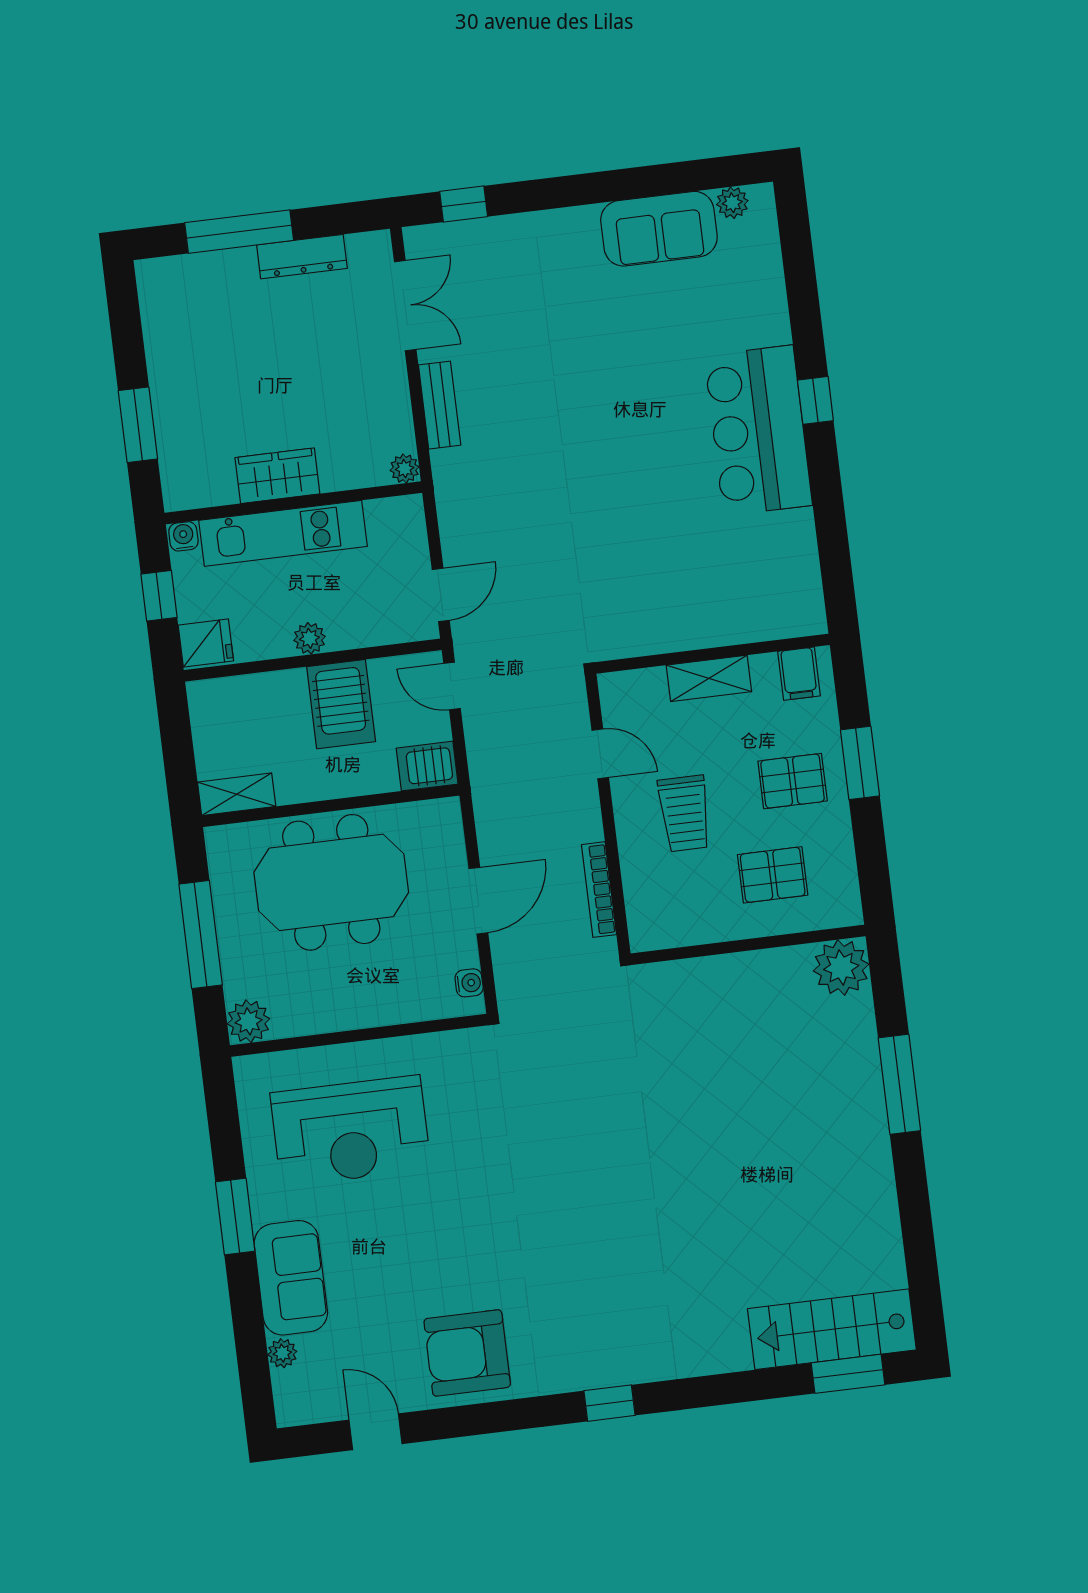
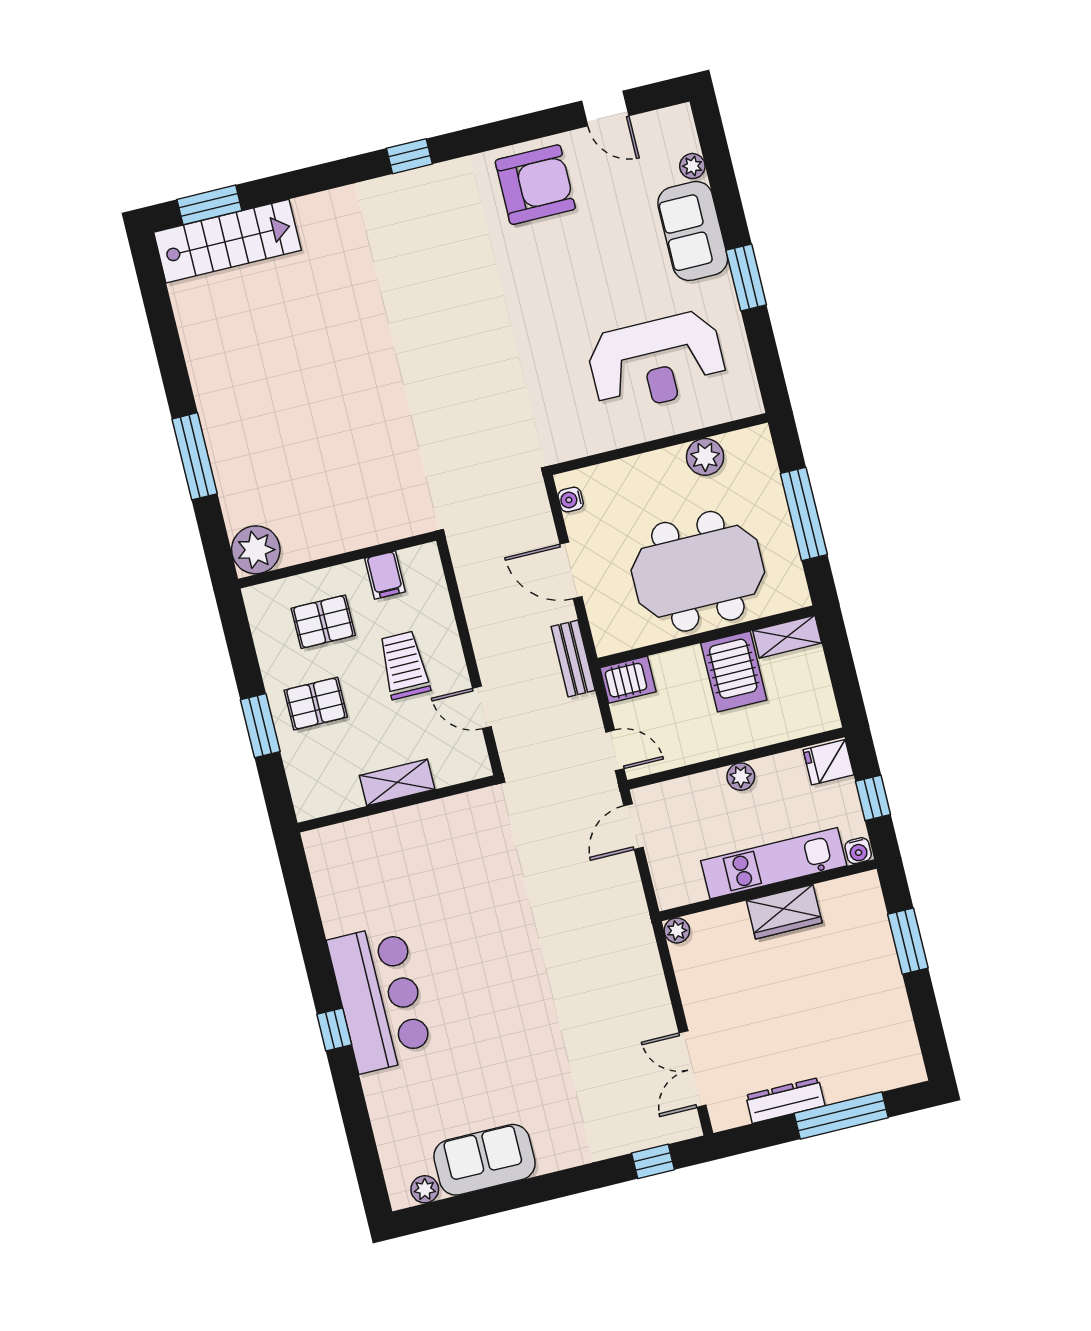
bench: (440, 405) -> (573, 658), moved
filing cabinet: (799, 674) -> (385, 575), moved, turned 180
server rack: (341, 704) -> (734, 671), moved, turned 180
bookcase: (599, 890) -> (469, 592), removed
door: (478, 901) -> (571, 570), hinge flipped
plant: (249, 1021) -> (705, 457), moved
reception desk: (351, 1131) -> (657, 362), turned 180

